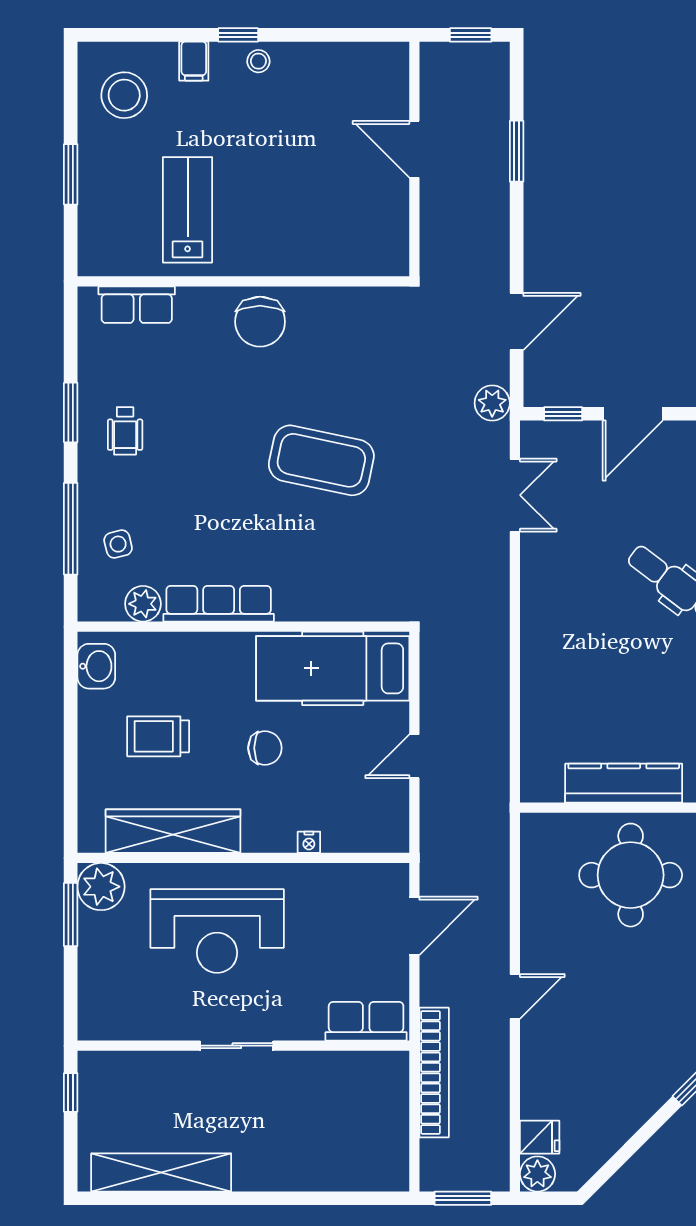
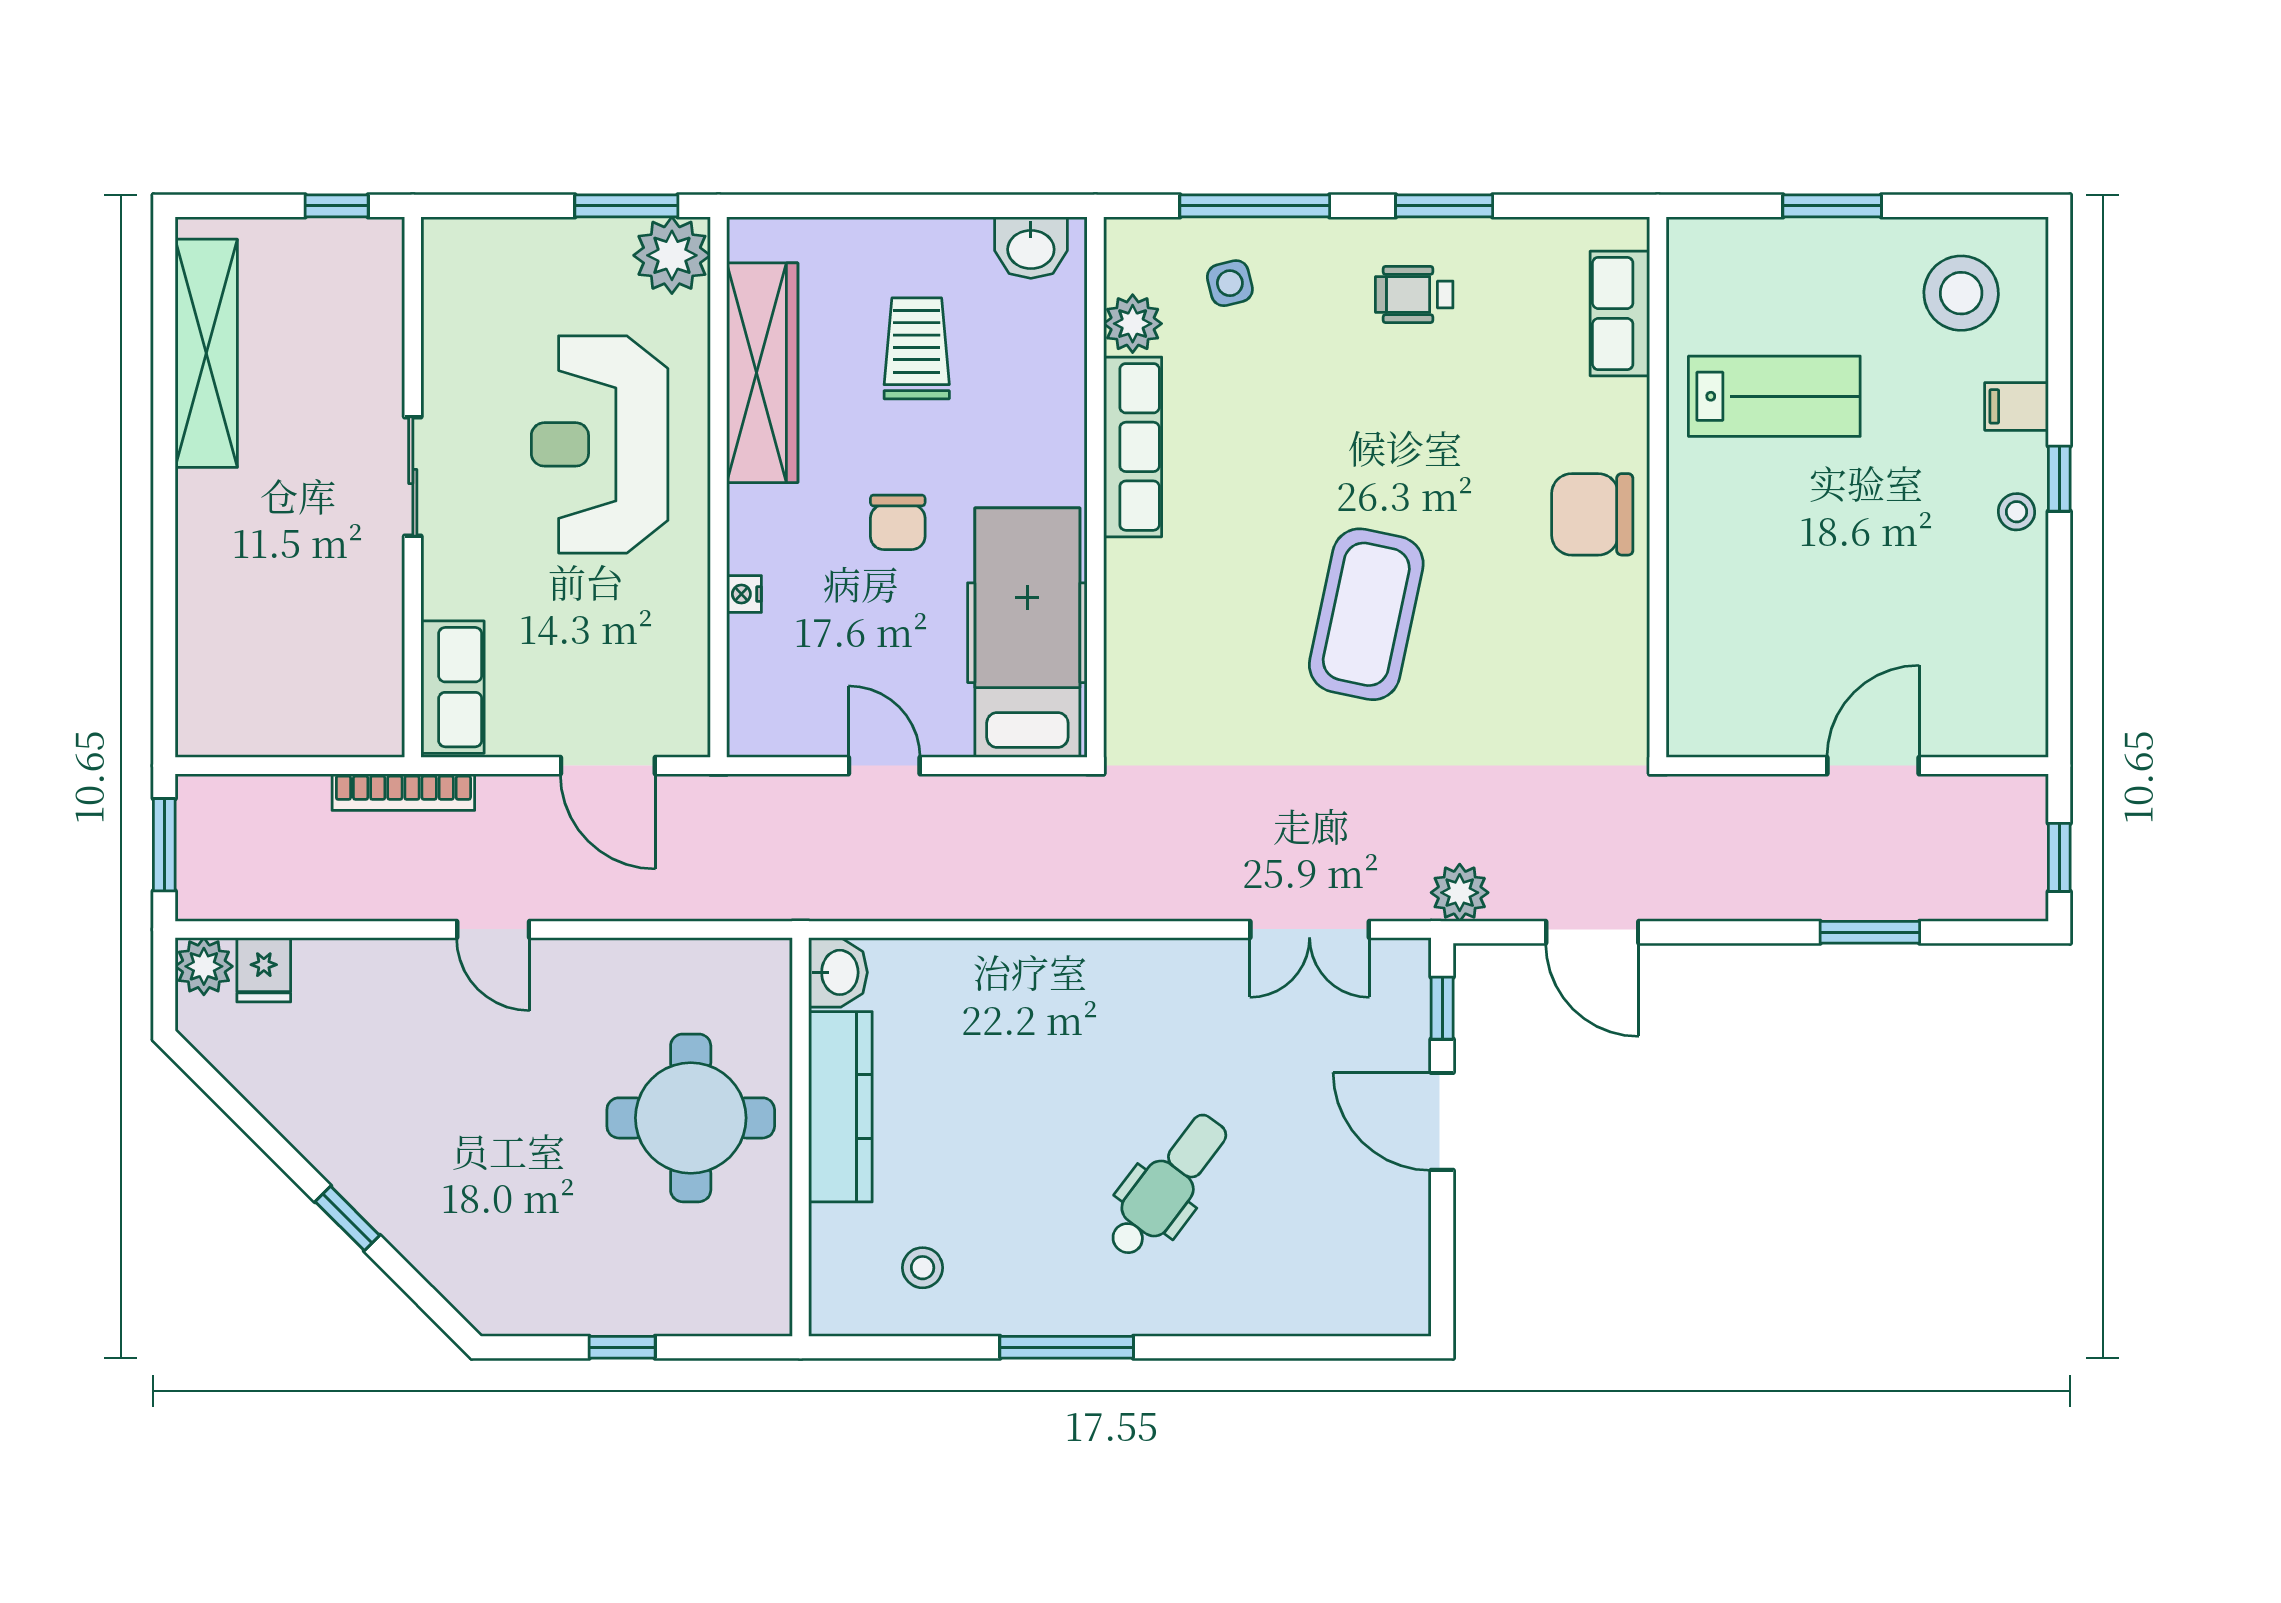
washbasin: (541, 785) -> (838, 972), added
bookcase: (434, 1072) -> (403, 792), width x0.68, depth x0.76

